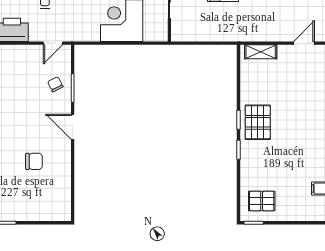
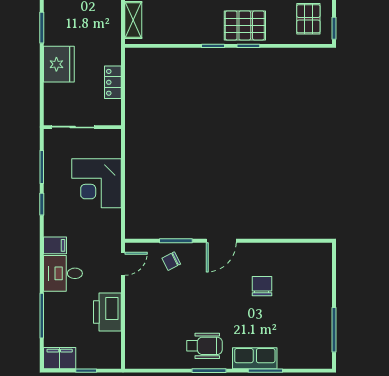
locker: (208, 34) -> (113, 82), added
door: (53, 43) -> (123, 264), hinge flipped
pallet: (258, 122) -> (245, 25), moved

